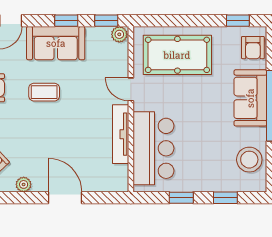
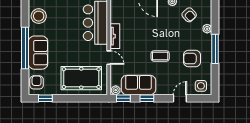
sofa: (56, 43) -> (138, 85), moved
tv unit: (121, 134) -> (115, 36), width x0.71

